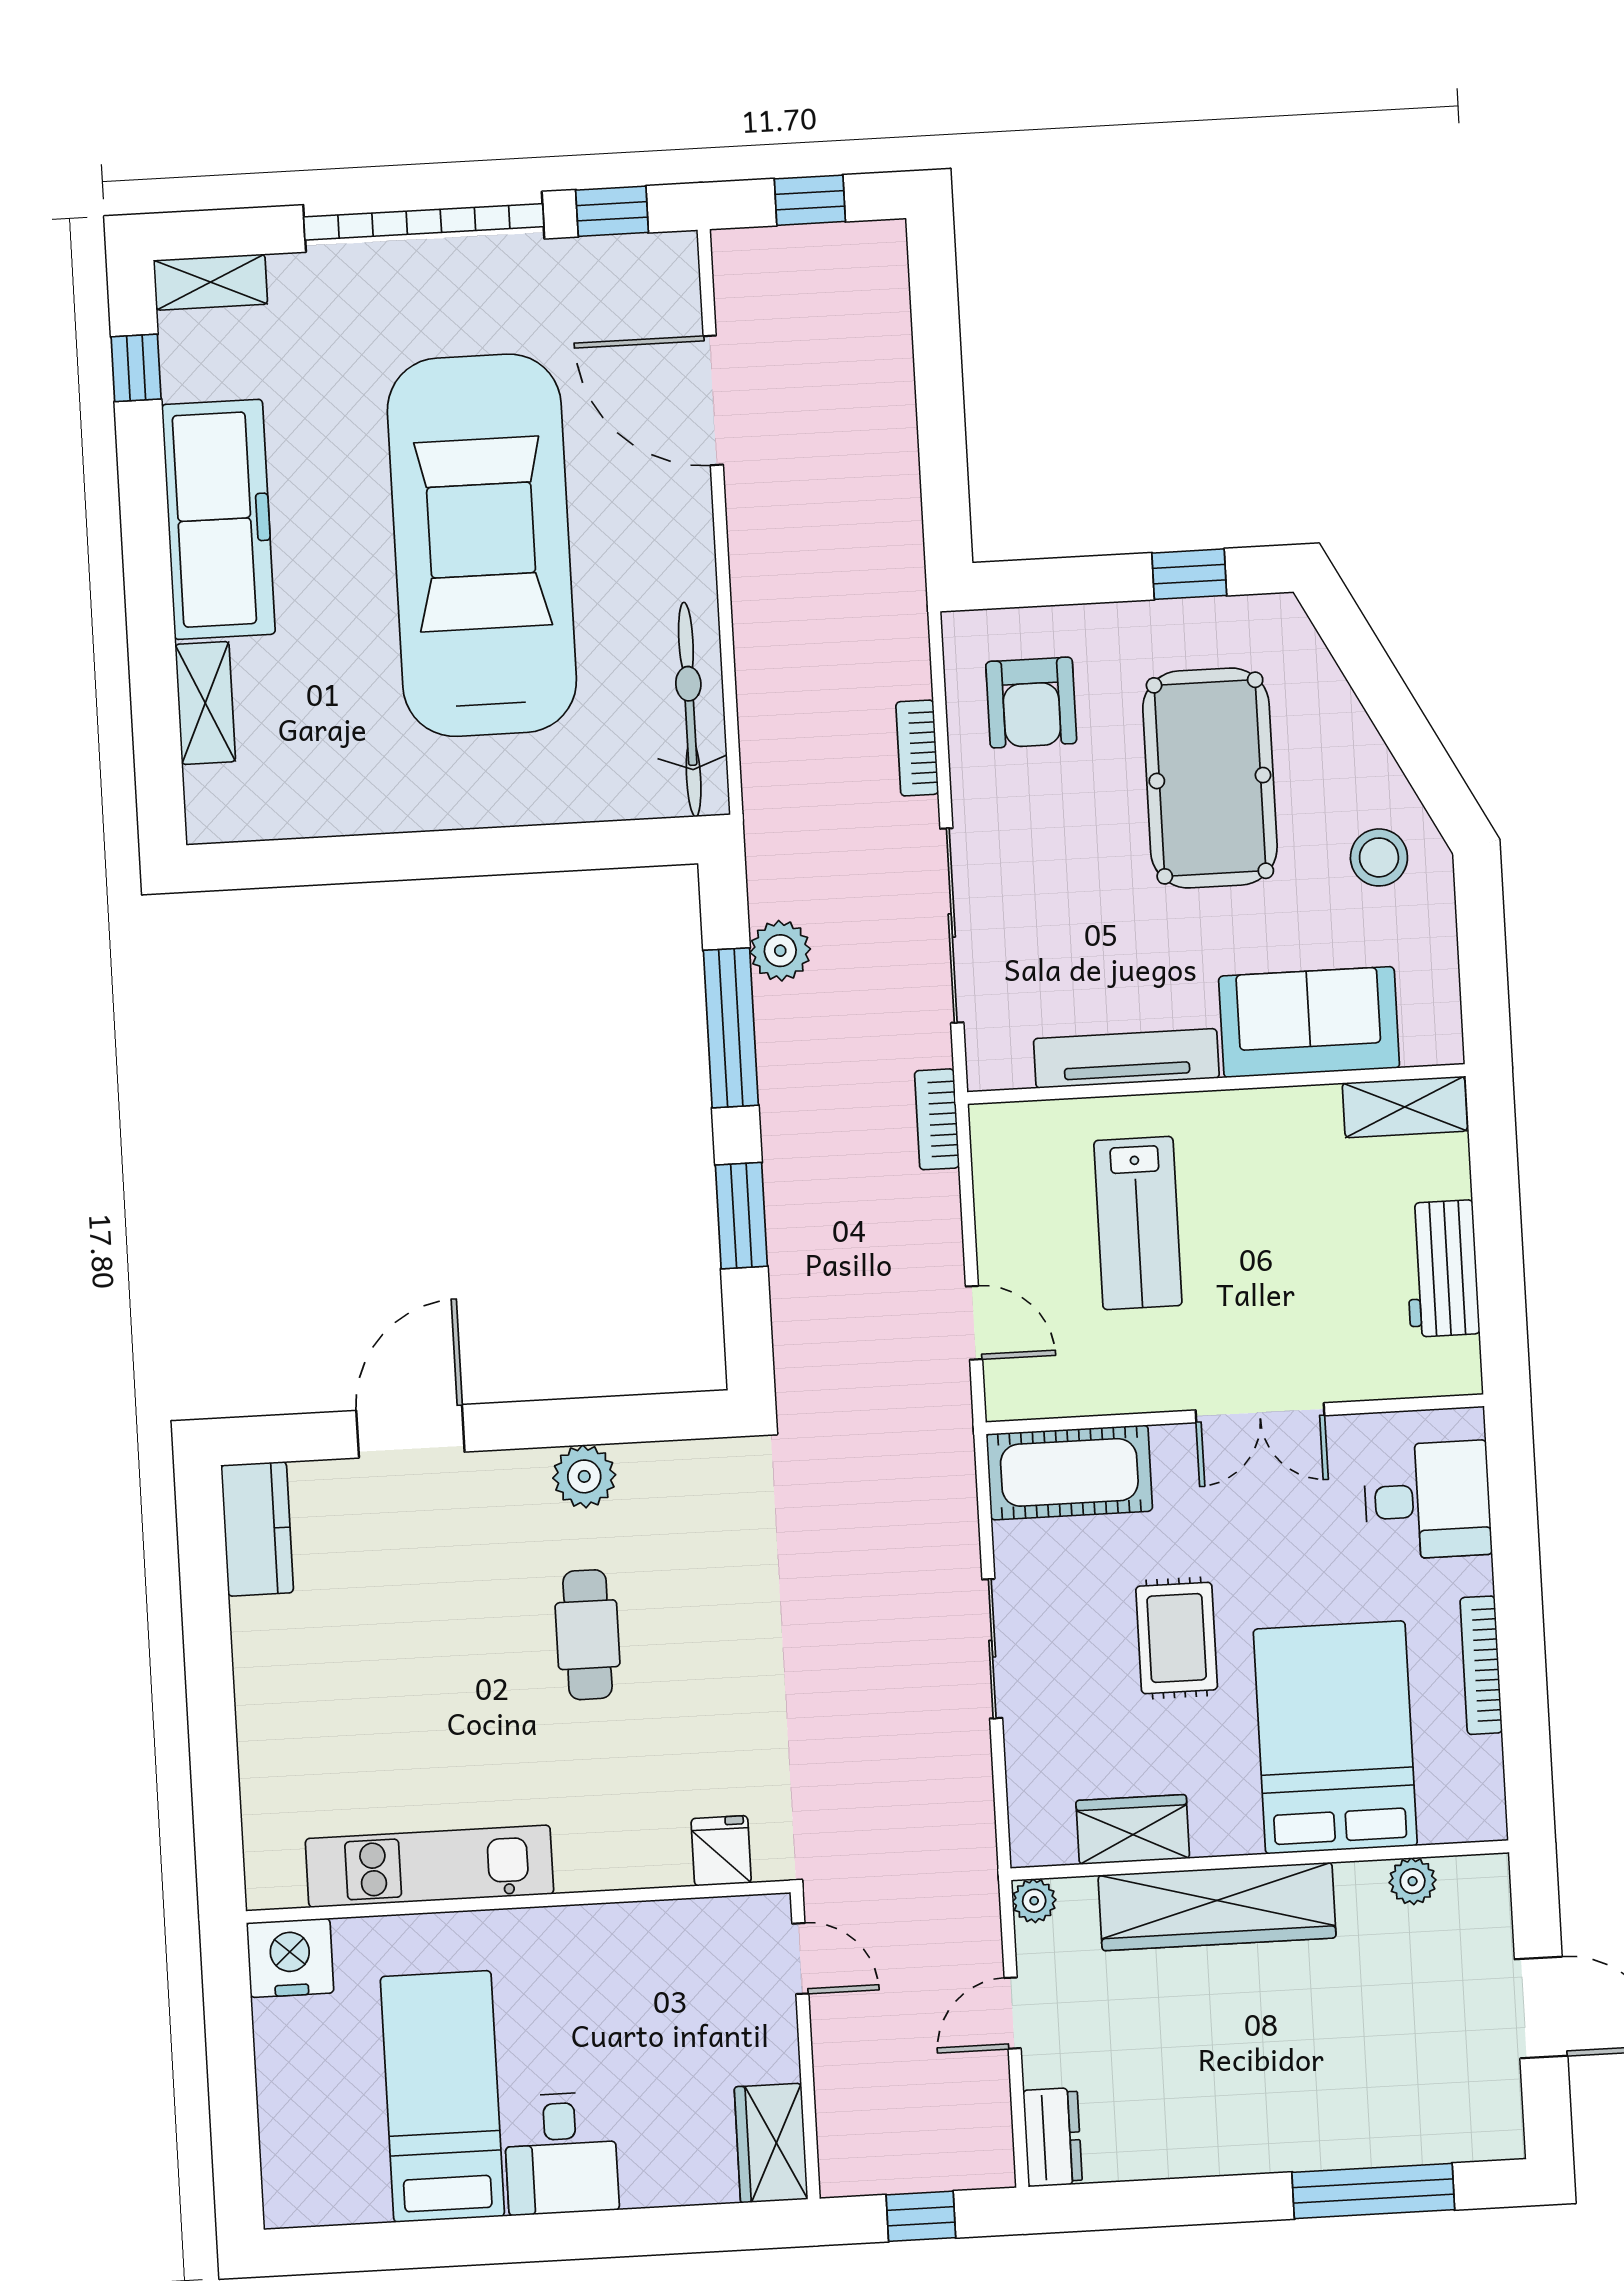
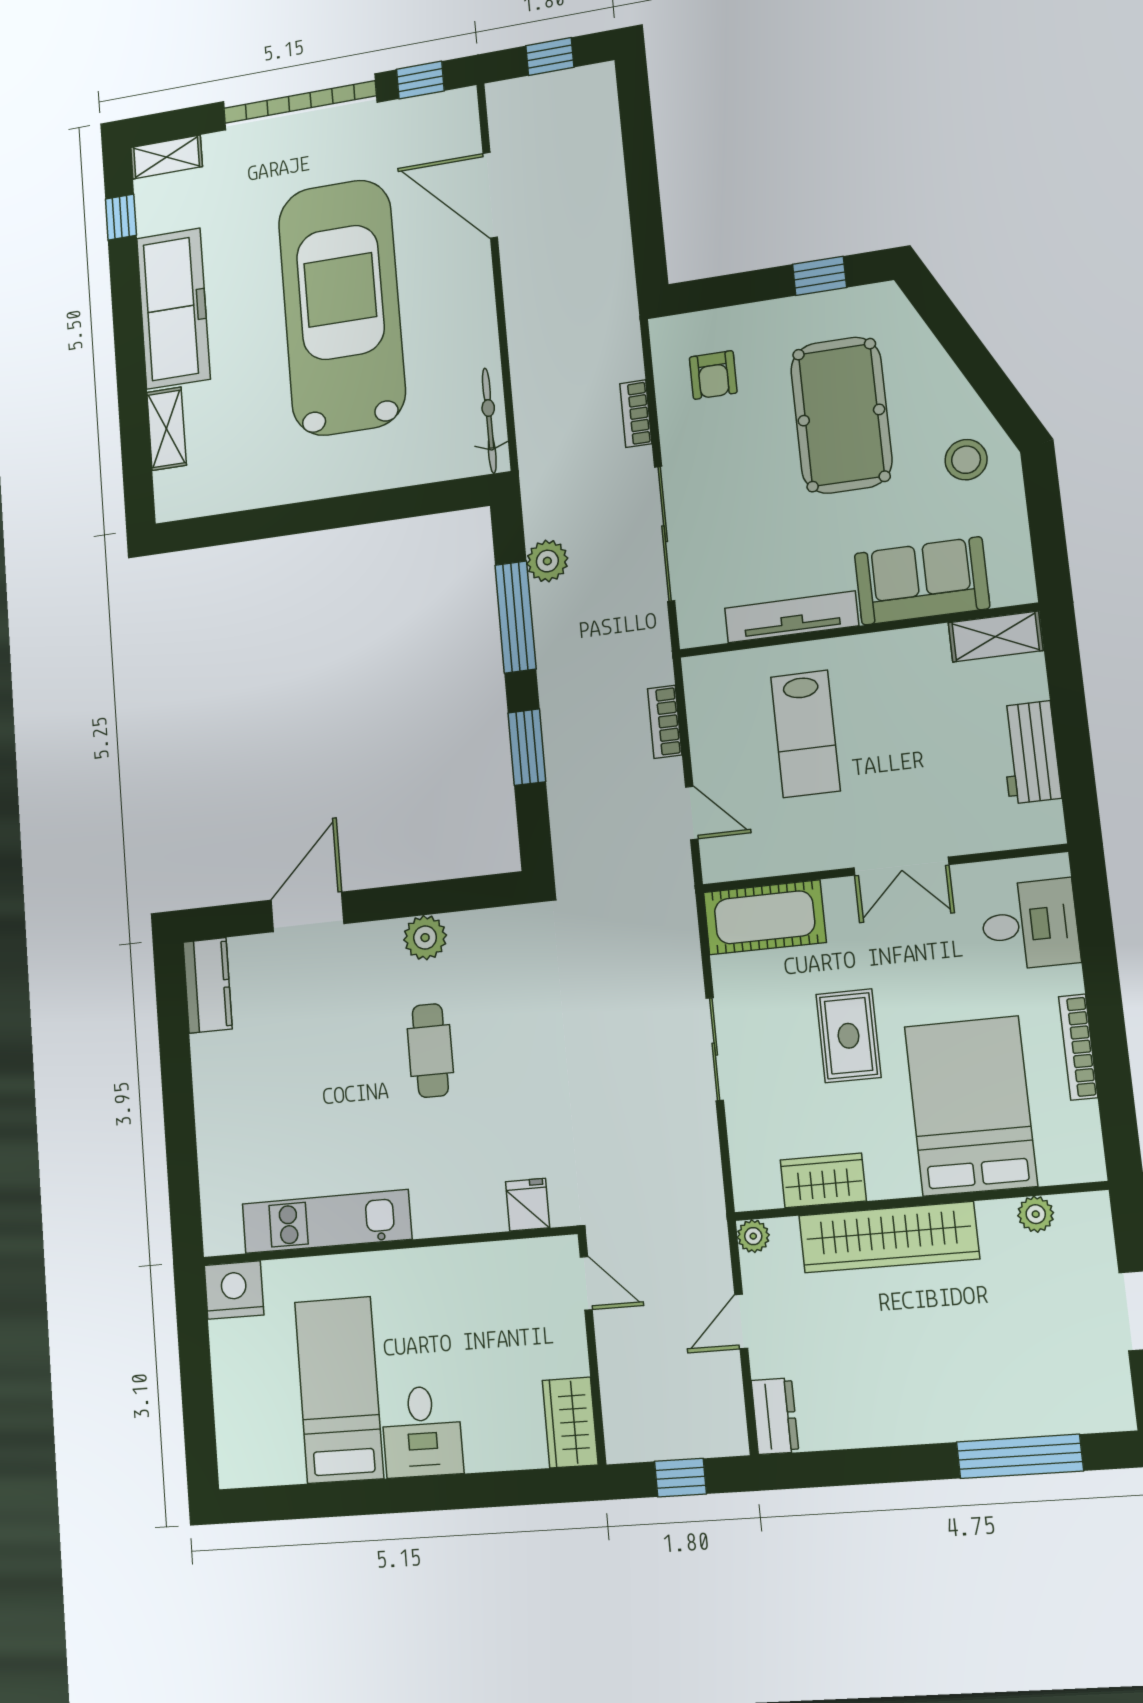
armchair: (1031, 703) -> (713, 375), width x0.72, depth x0.72
bicycle: (690, 710) -> (489, 421), width x0.73, depth x0.71
bookcase: (937, 1119) -> (665, 722), moved

